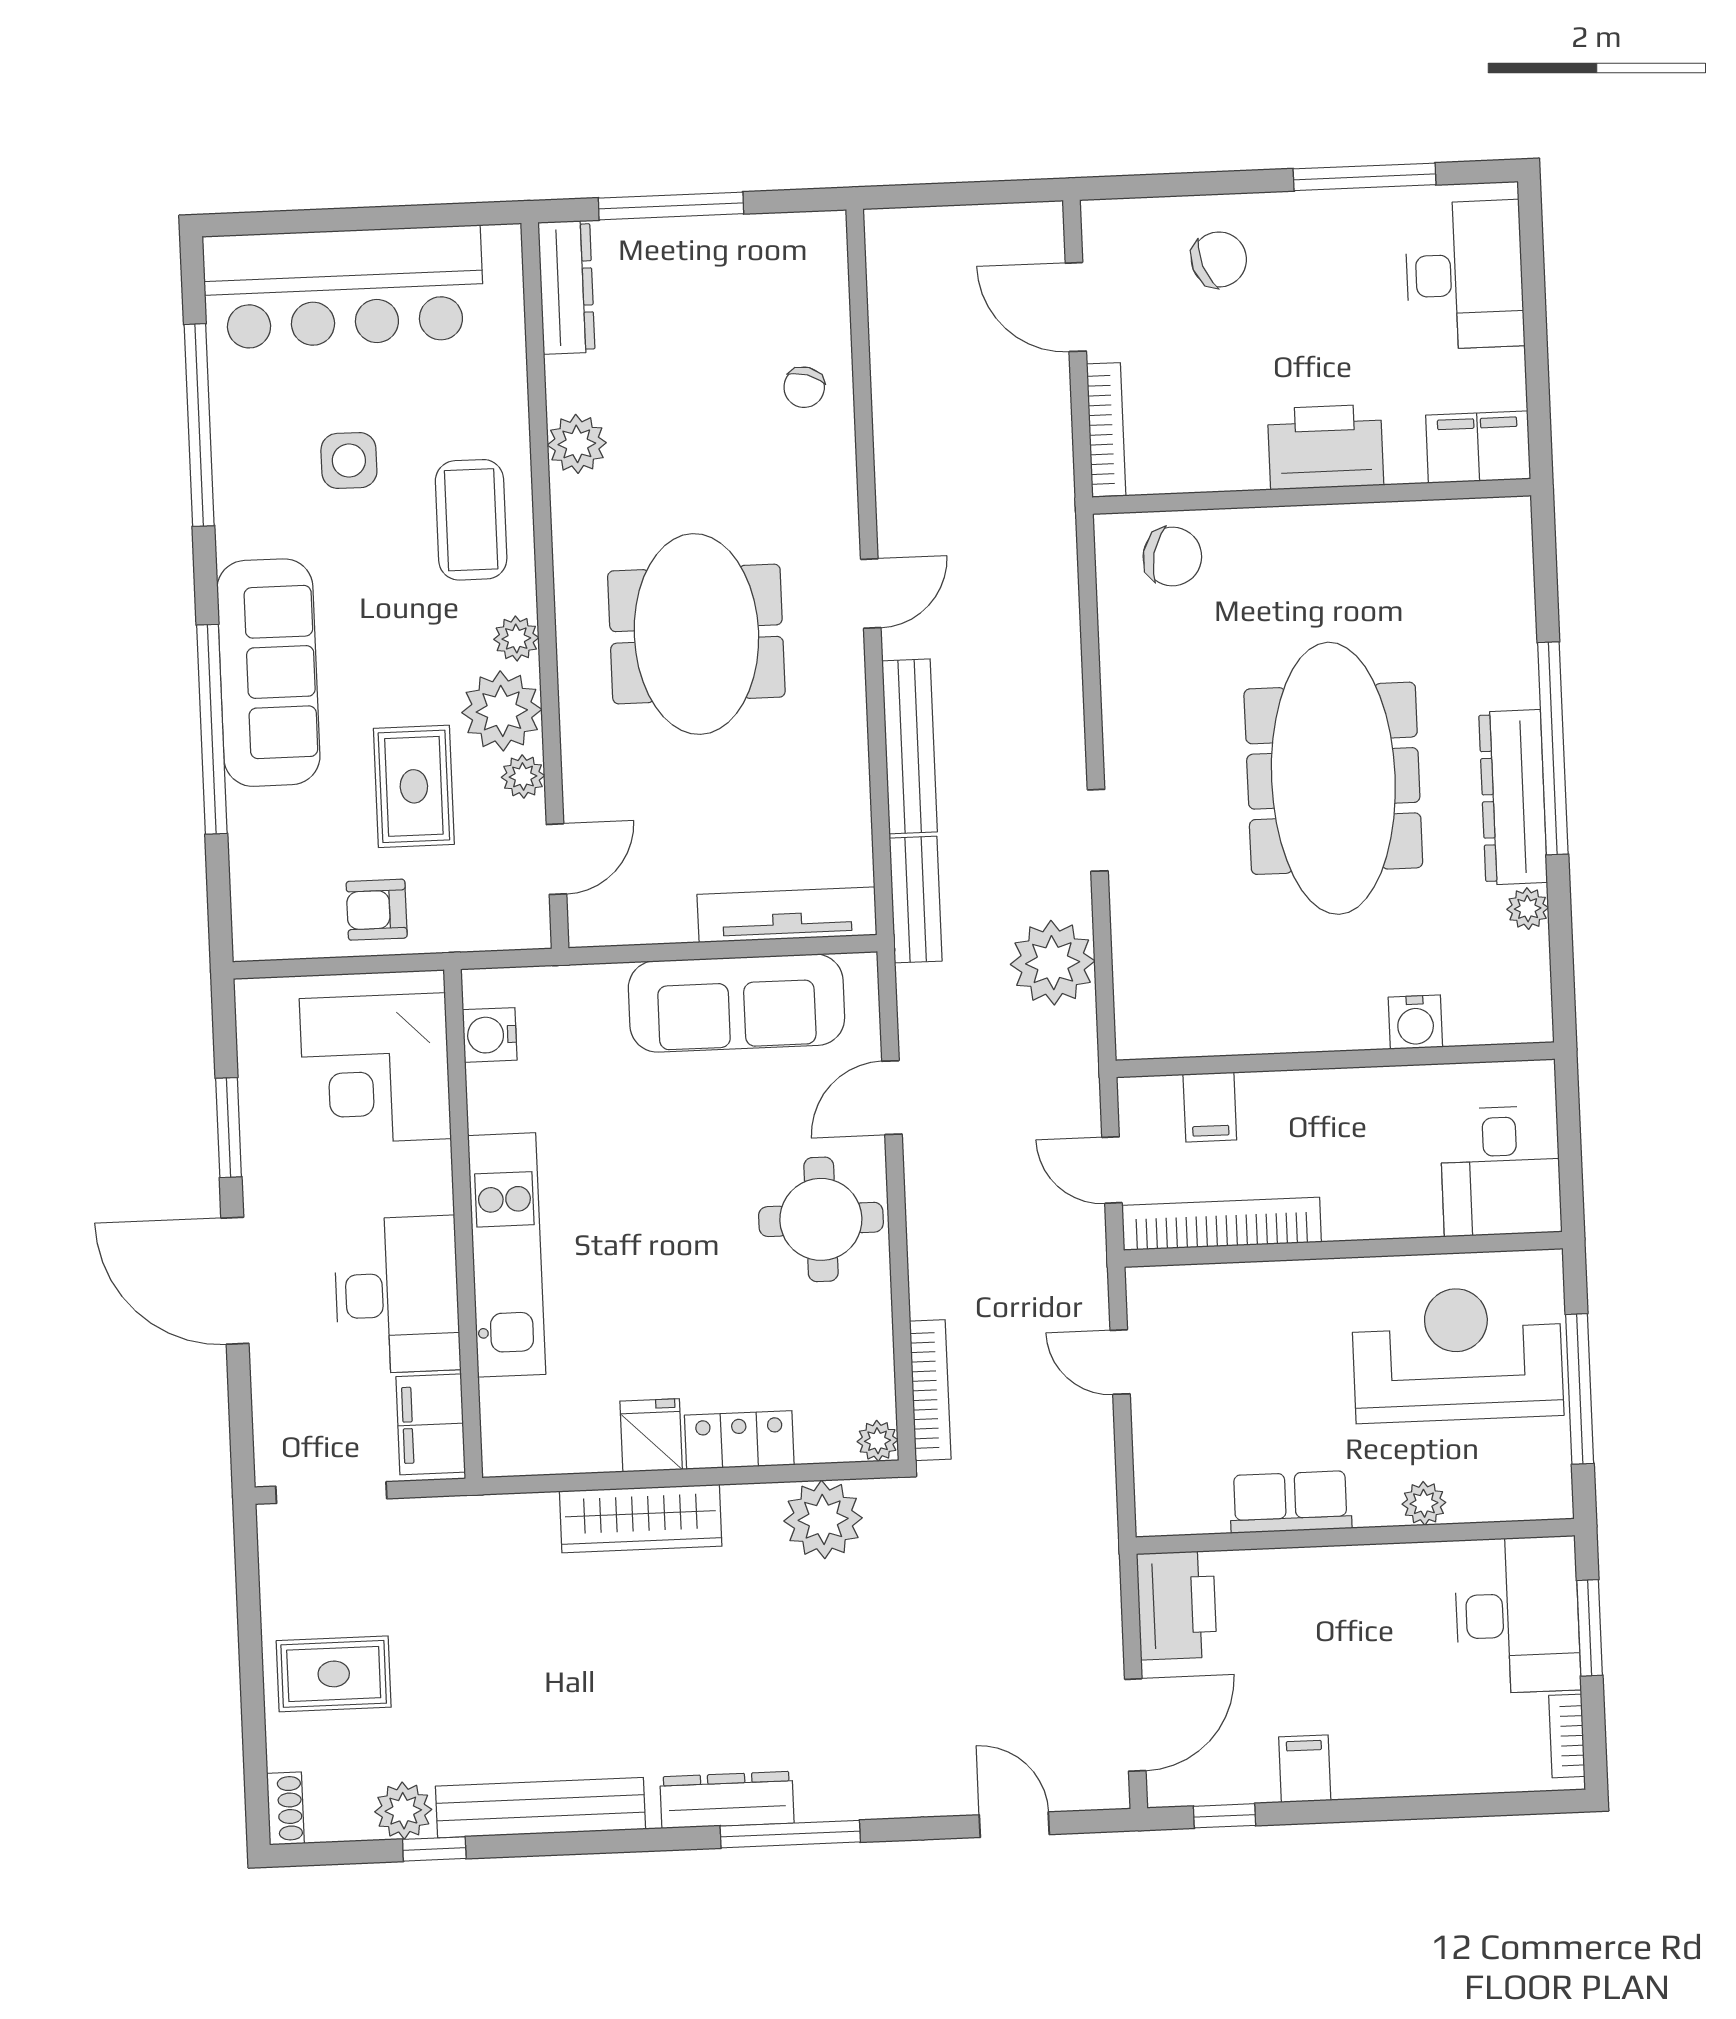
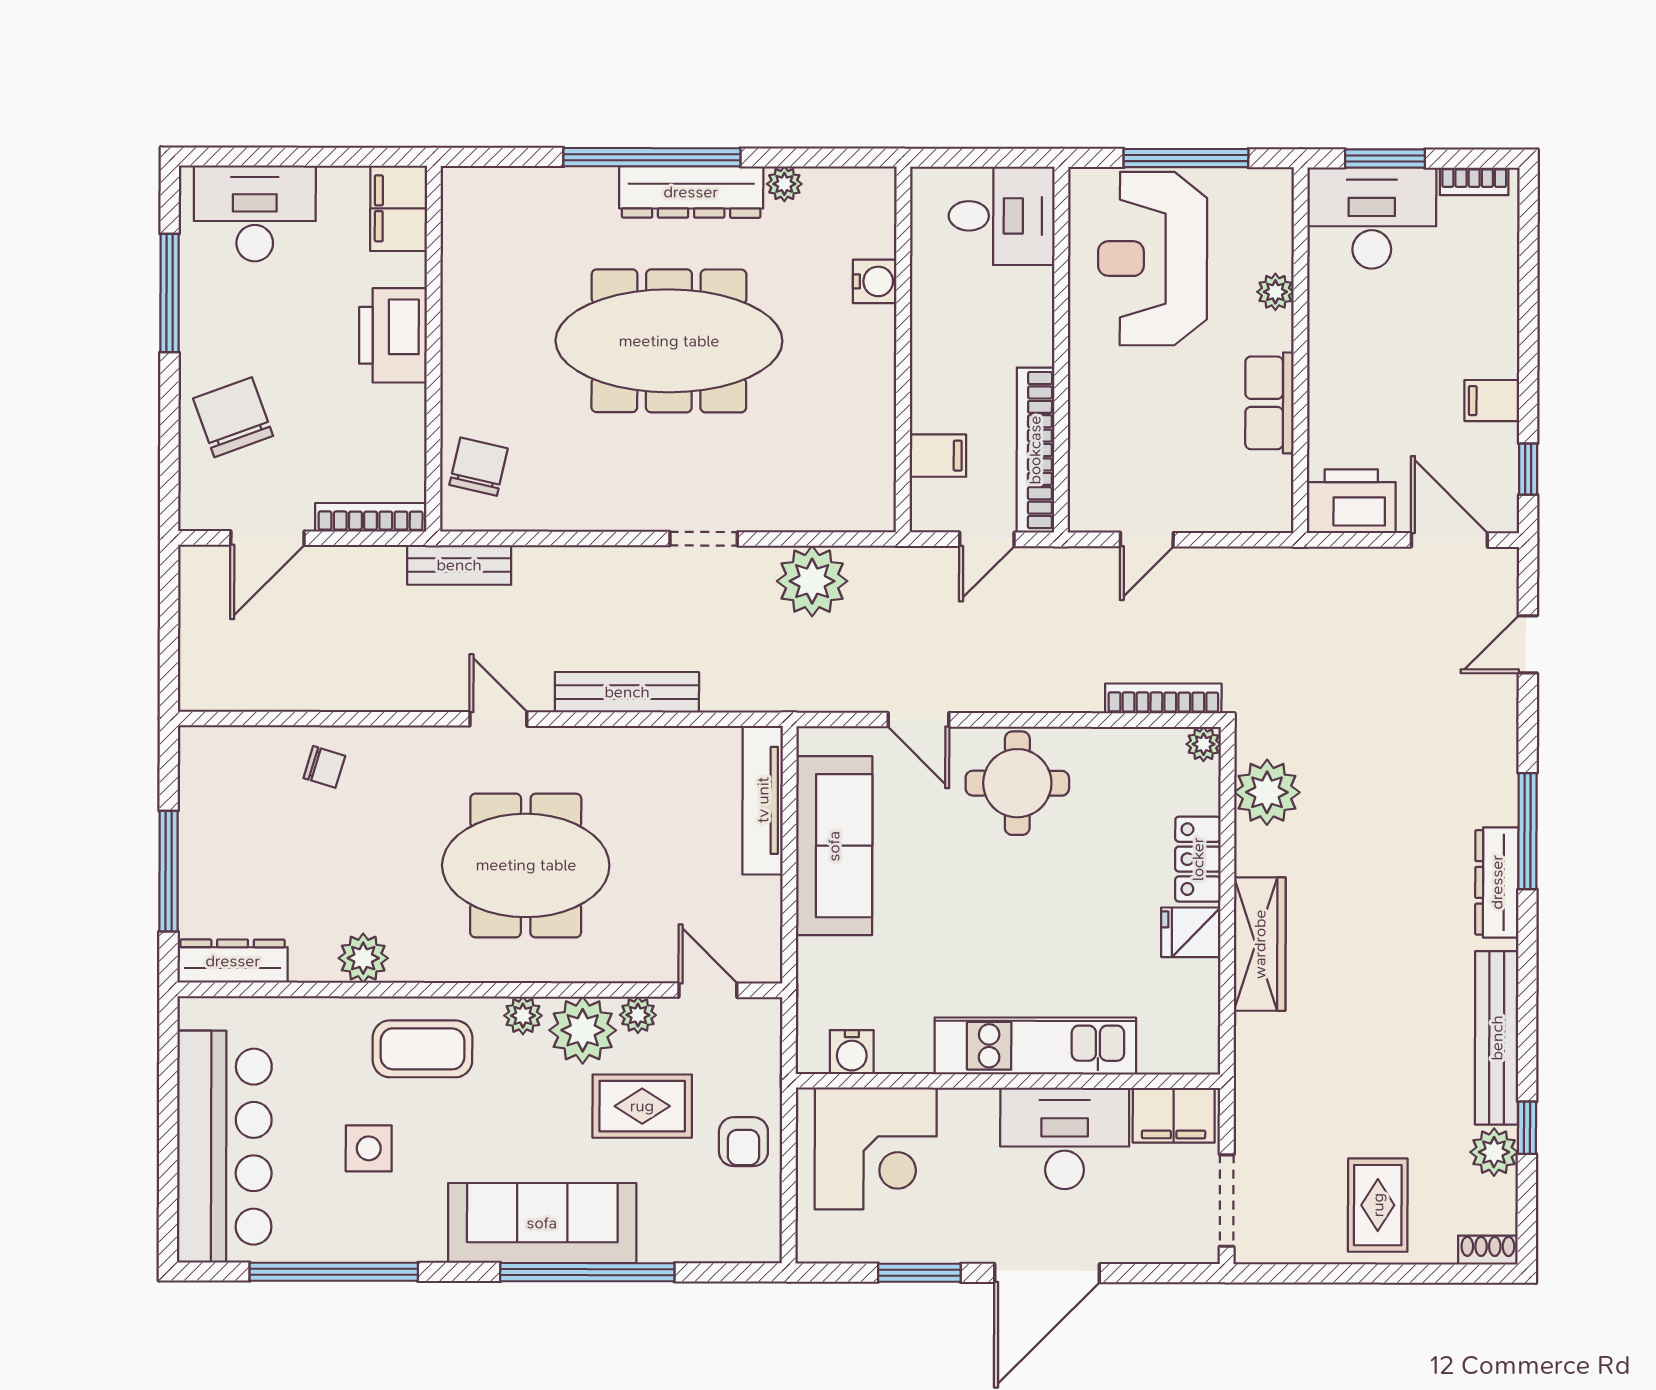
chair: (1219, 259) -> (233, 417), width x1.37, depth x1.37
bench: (916, 900) -> (459, 565), moved

